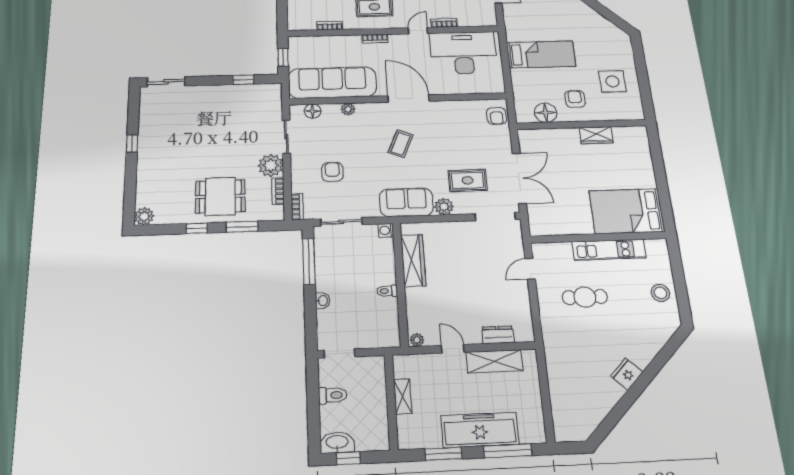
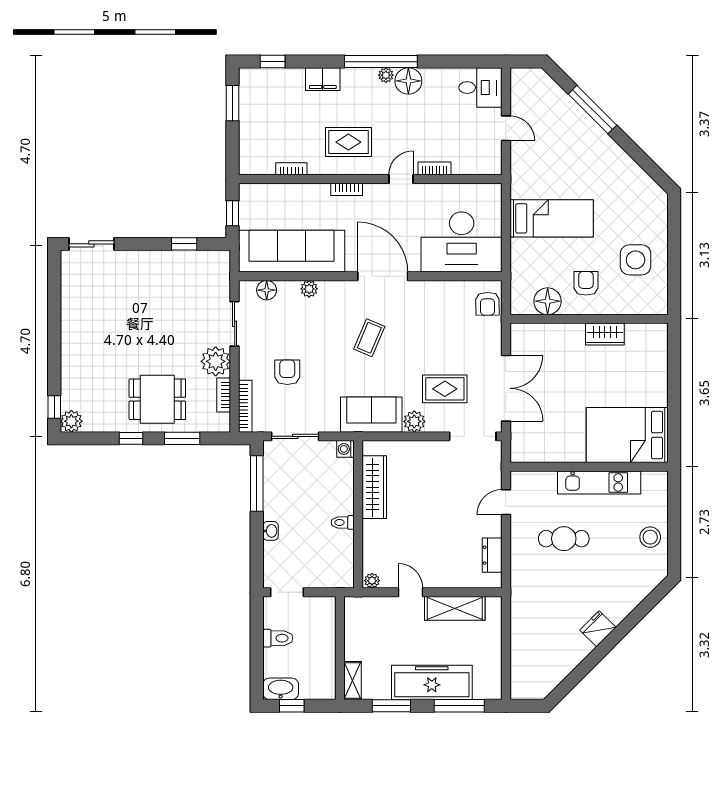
desk: (463, 53) -> (462, 242), moved, turned 180
window: (132, 143) -> (54, 407), moved
bookcase: (297, 207) -> (245, 406), width x1.56
dresser: (498, 335) -> (492, 555), moved, turned -90
shelving: (403, 397) -> (353, 681), moved

